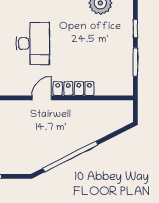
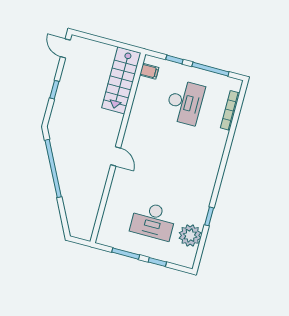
desk: (33, 43) -> (153, 221), moved
locker: (74, 89) -> (116, 189), removed

